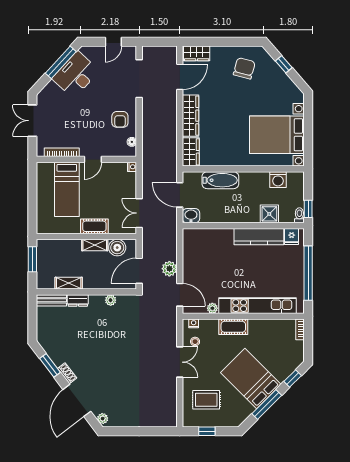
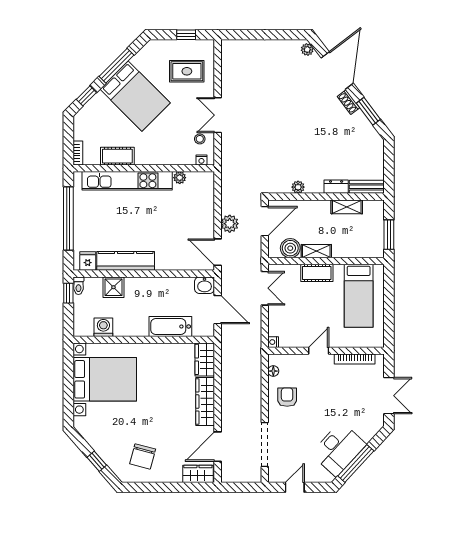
bed: (67, 189) -> (359, 296), moved, turned 180
door: (180, 295) -> (218, 252), moved
cot: (233, 327) -> (117, 156), moved

